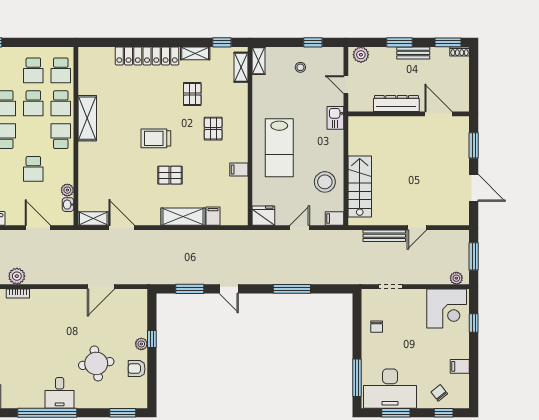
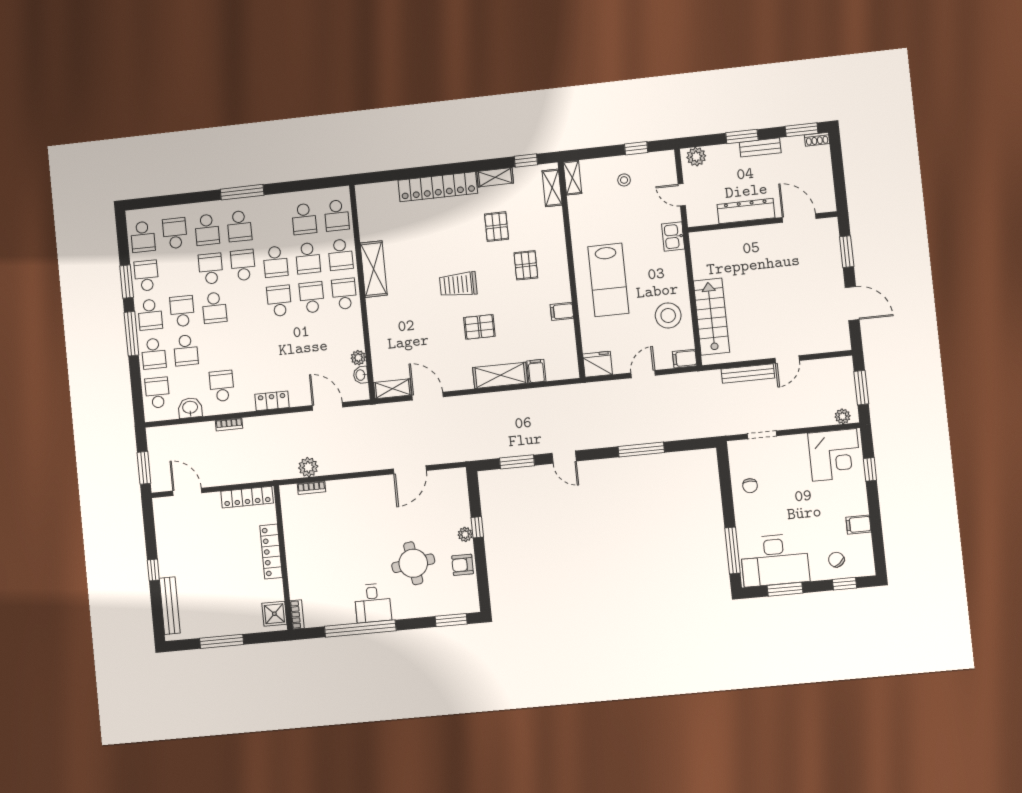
school desk: (33, 169) -> (312, 297), moved, turned 180

